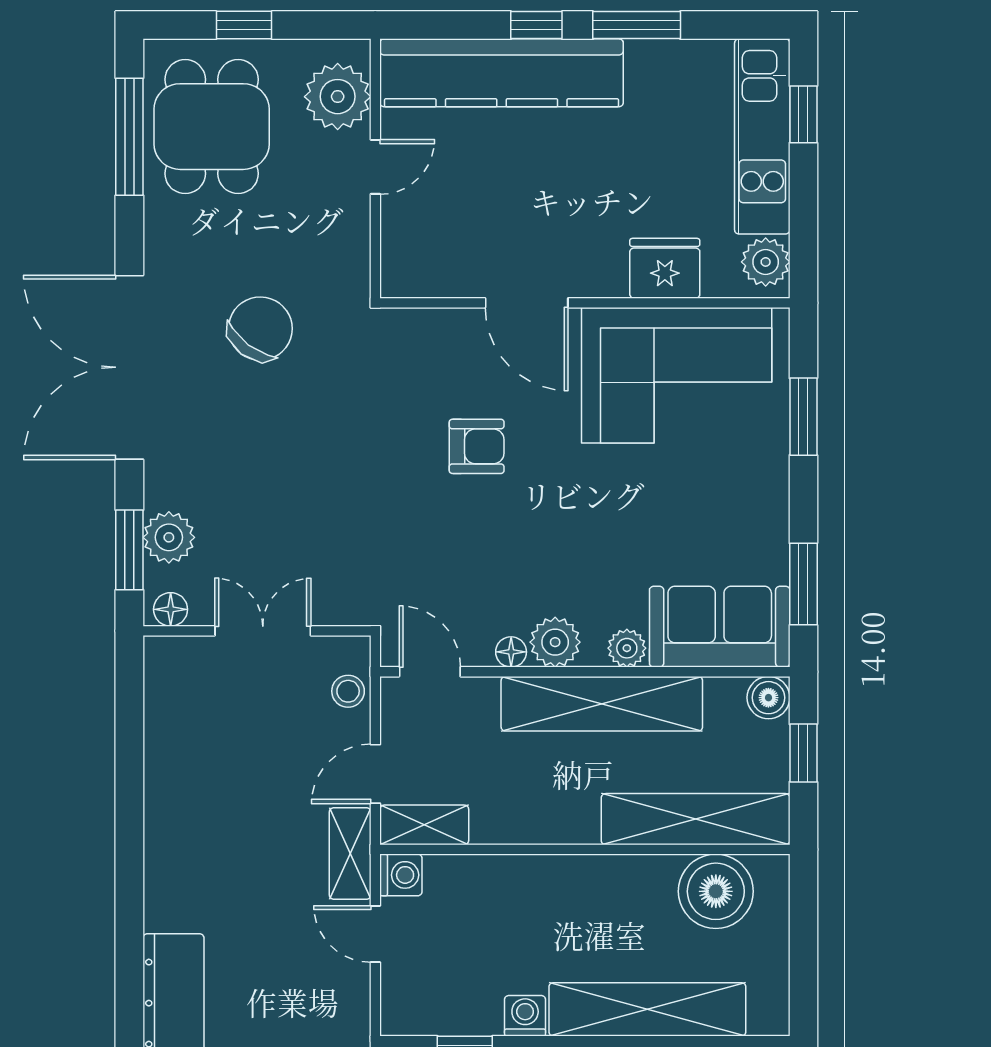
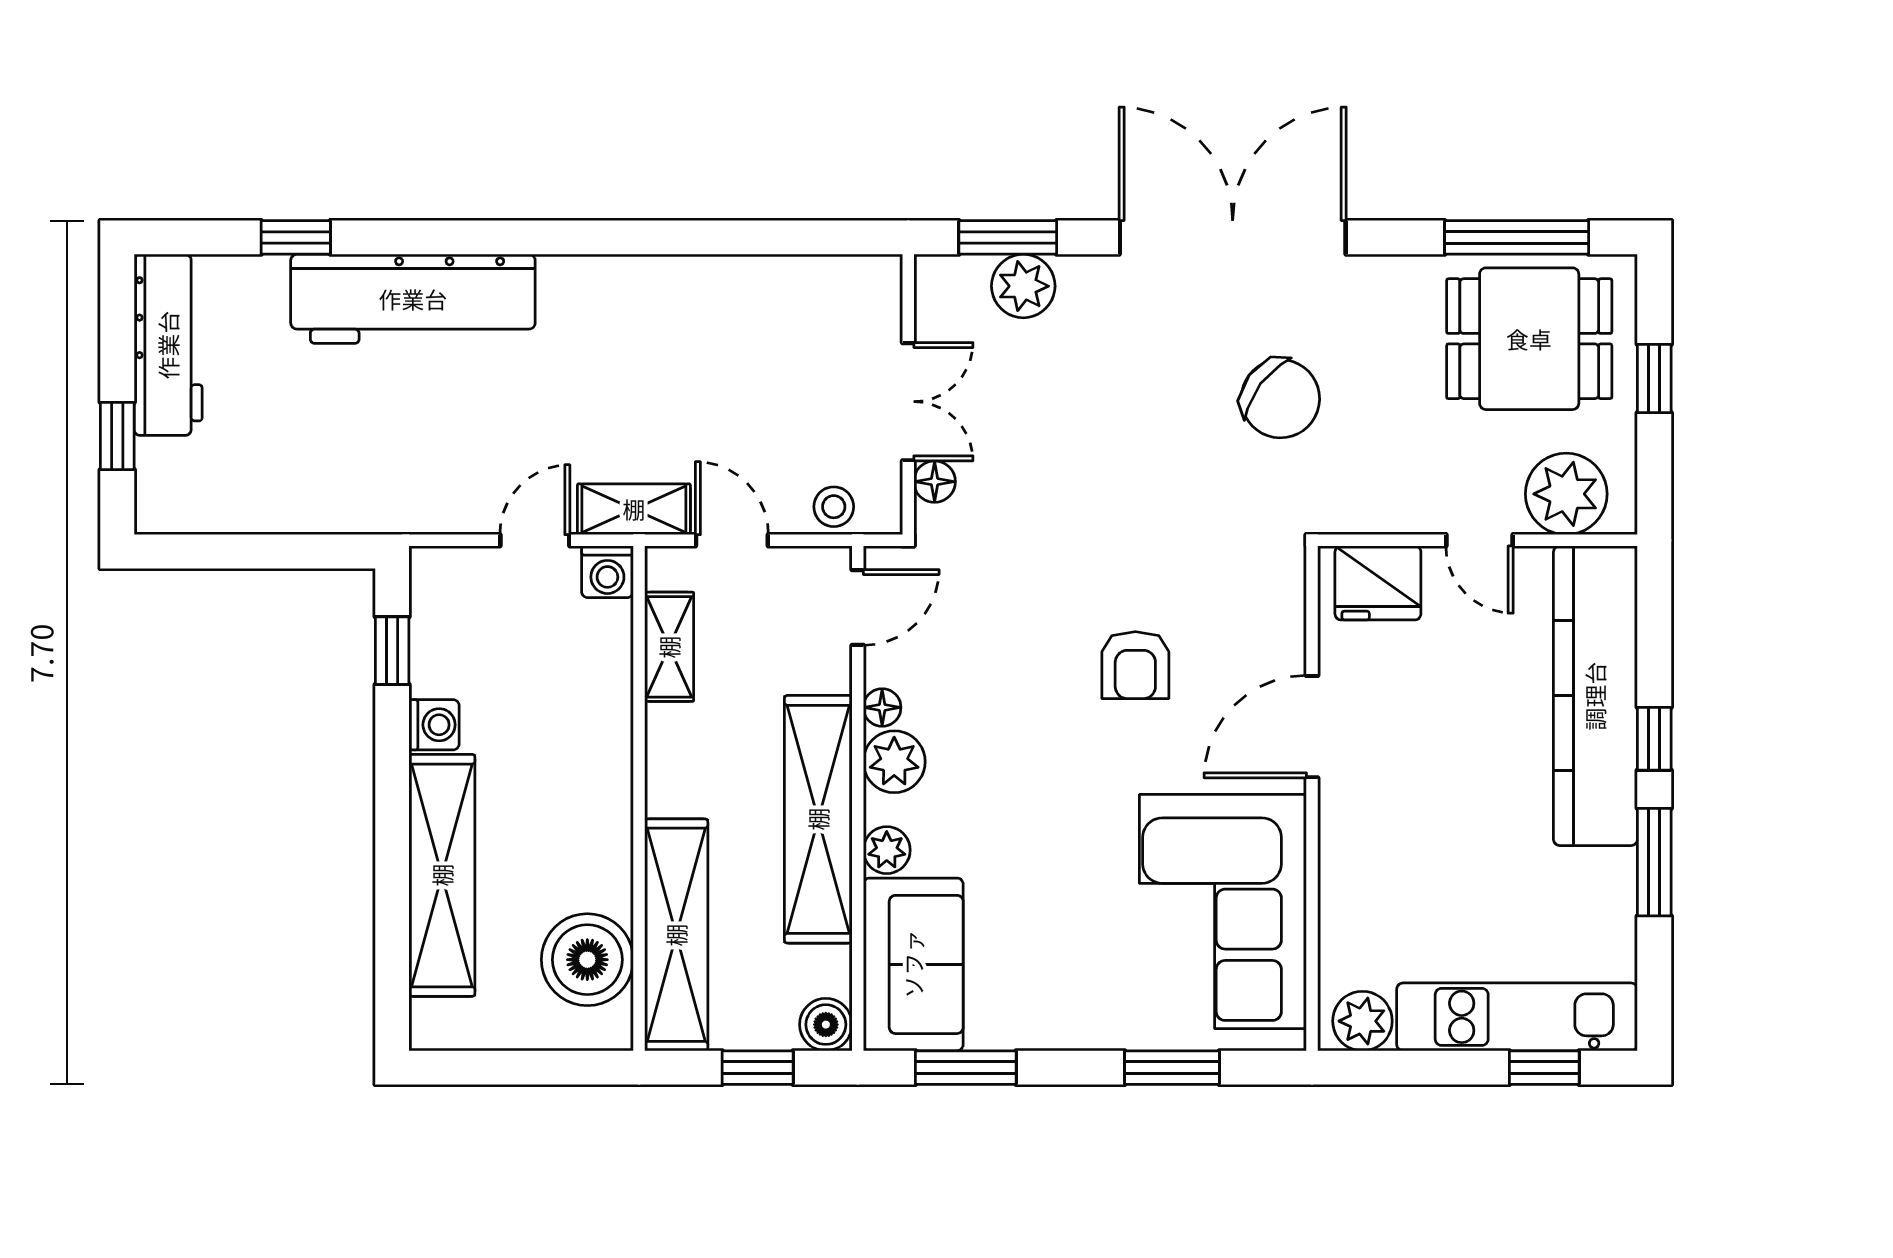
fridge: (665, 268) -> (1378, 583), moved, turned 90
floor lamp: (171, 609) -> (935, 482), moved
shelving: (424, 825) -> (669, 647), moved

